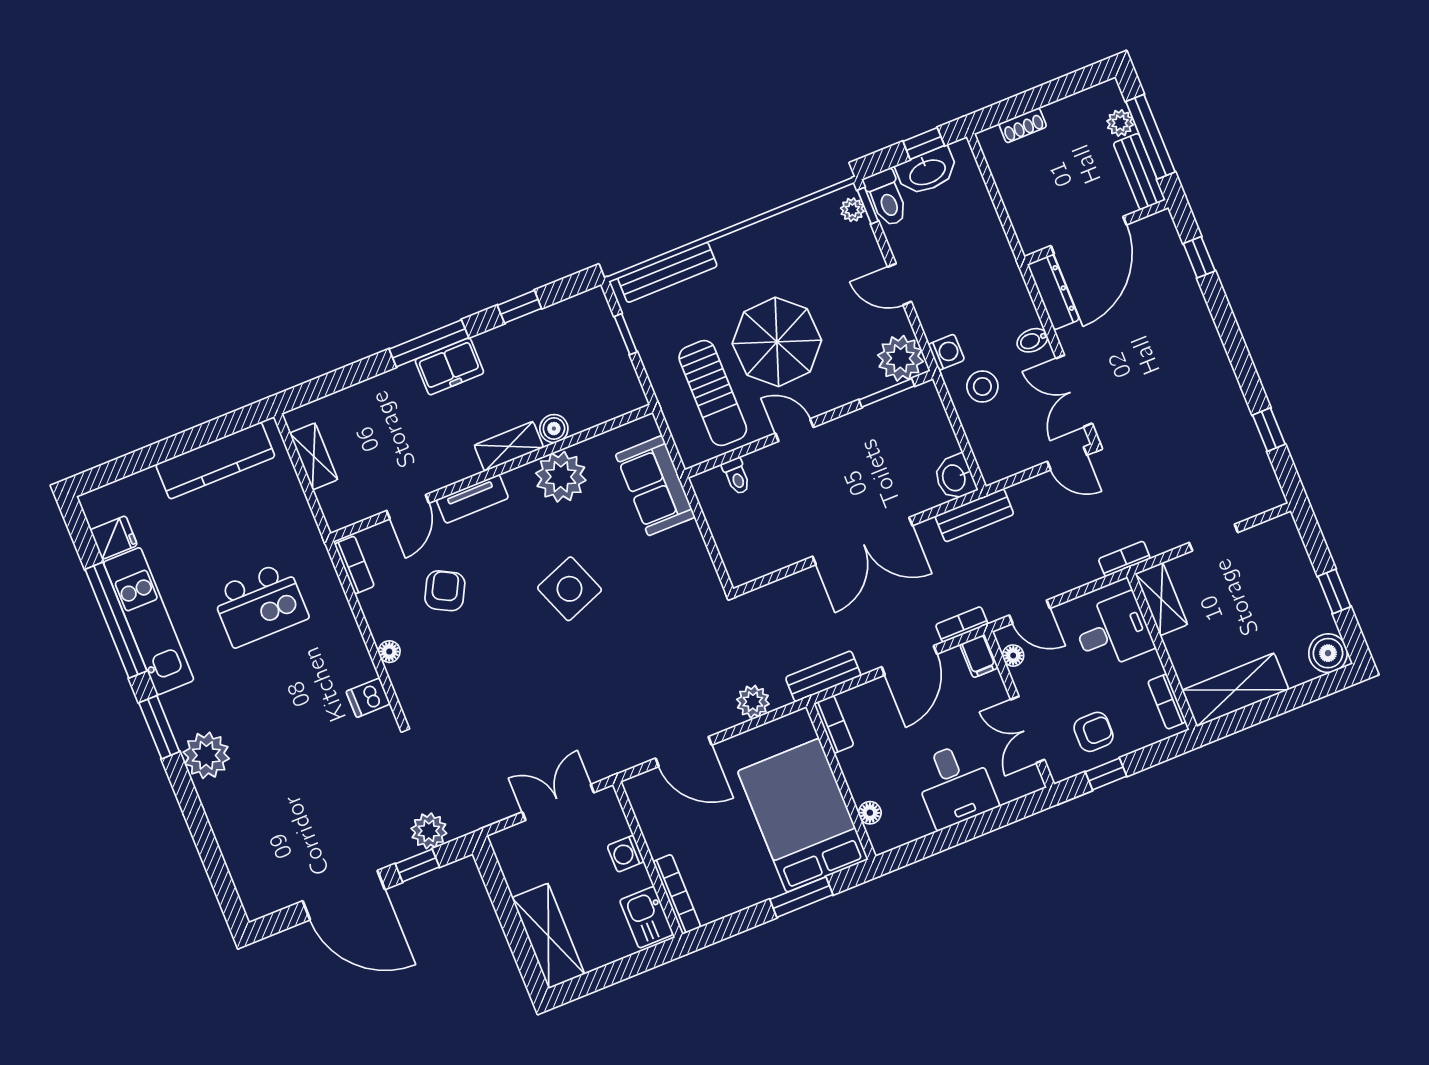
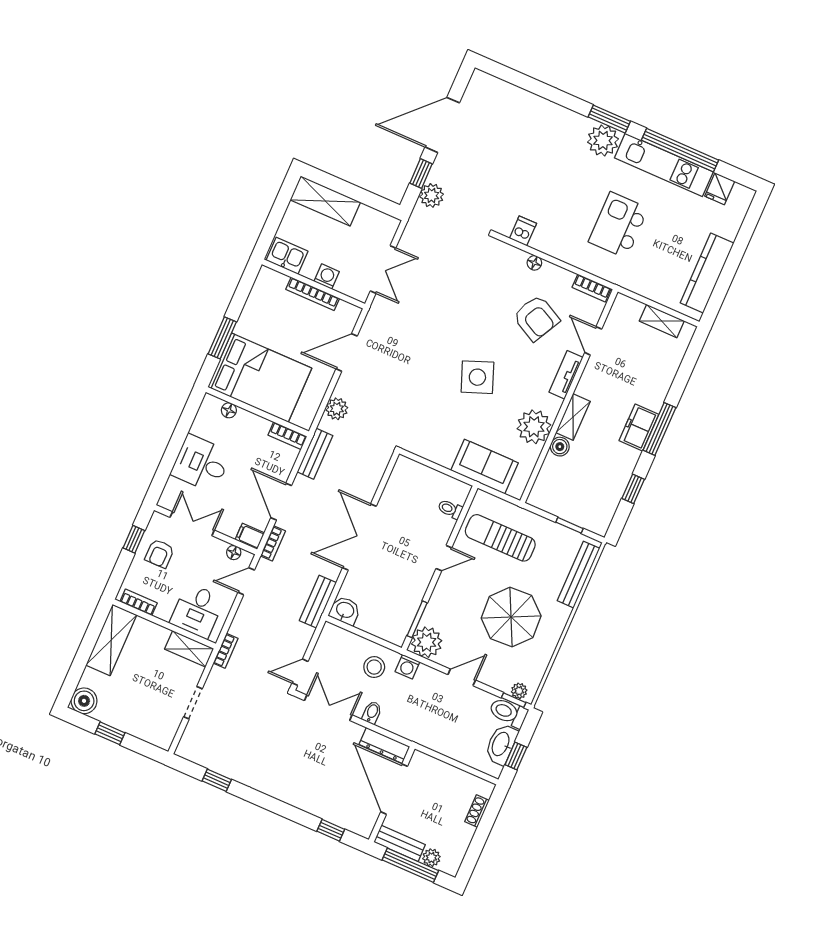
parasol: (777, 342) -> (511, 617), moved
armchair: (445, 591) -> (536, 318), width x1.38, depth x1.38
plant: (206, 755) -> (603, 140), moved
bookcase: (677, 894) -> (313, 294), moved

